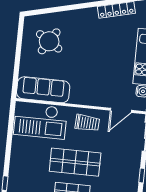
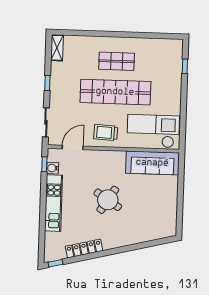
round table: (49, 41) -> (108, 200), moved
shop shelf: (75, 162) -> (115, 92), width x1.40

